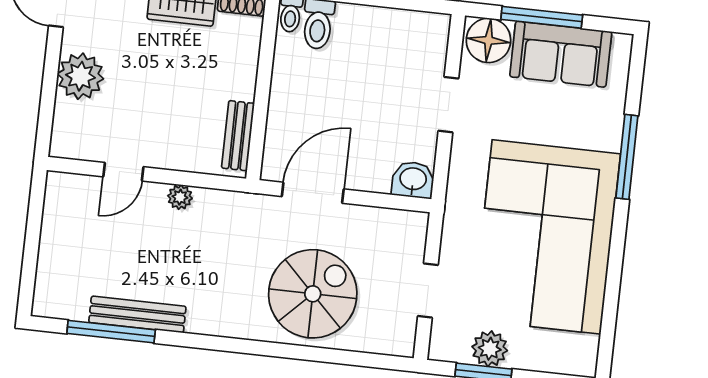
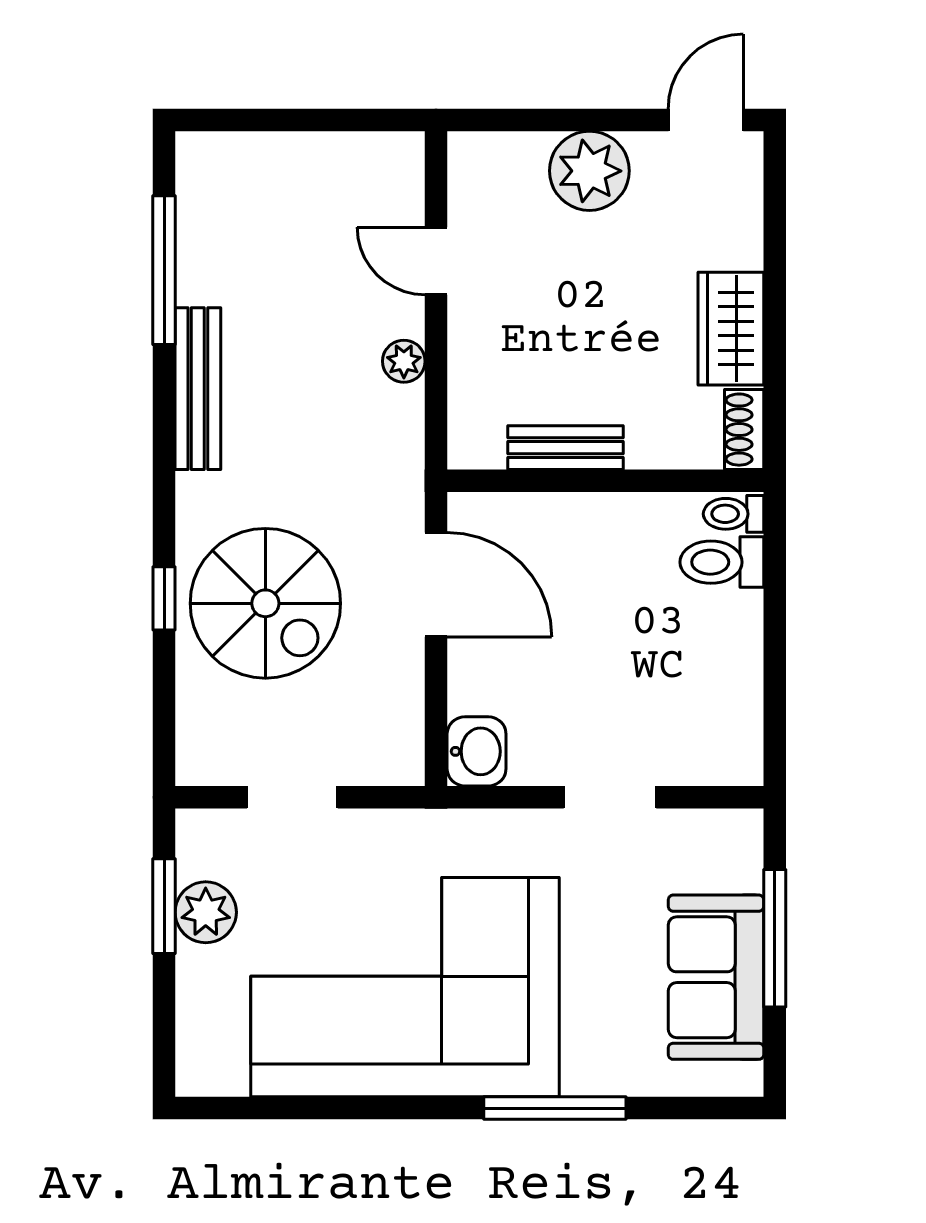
floor lamp: (488, 40) -> (726, 853), removed
bench: (238, 136) -> (566, 448), moved
bench: (137, 314) -> (198, 389), moved
window: (303, 353) -> (164, 598), added

